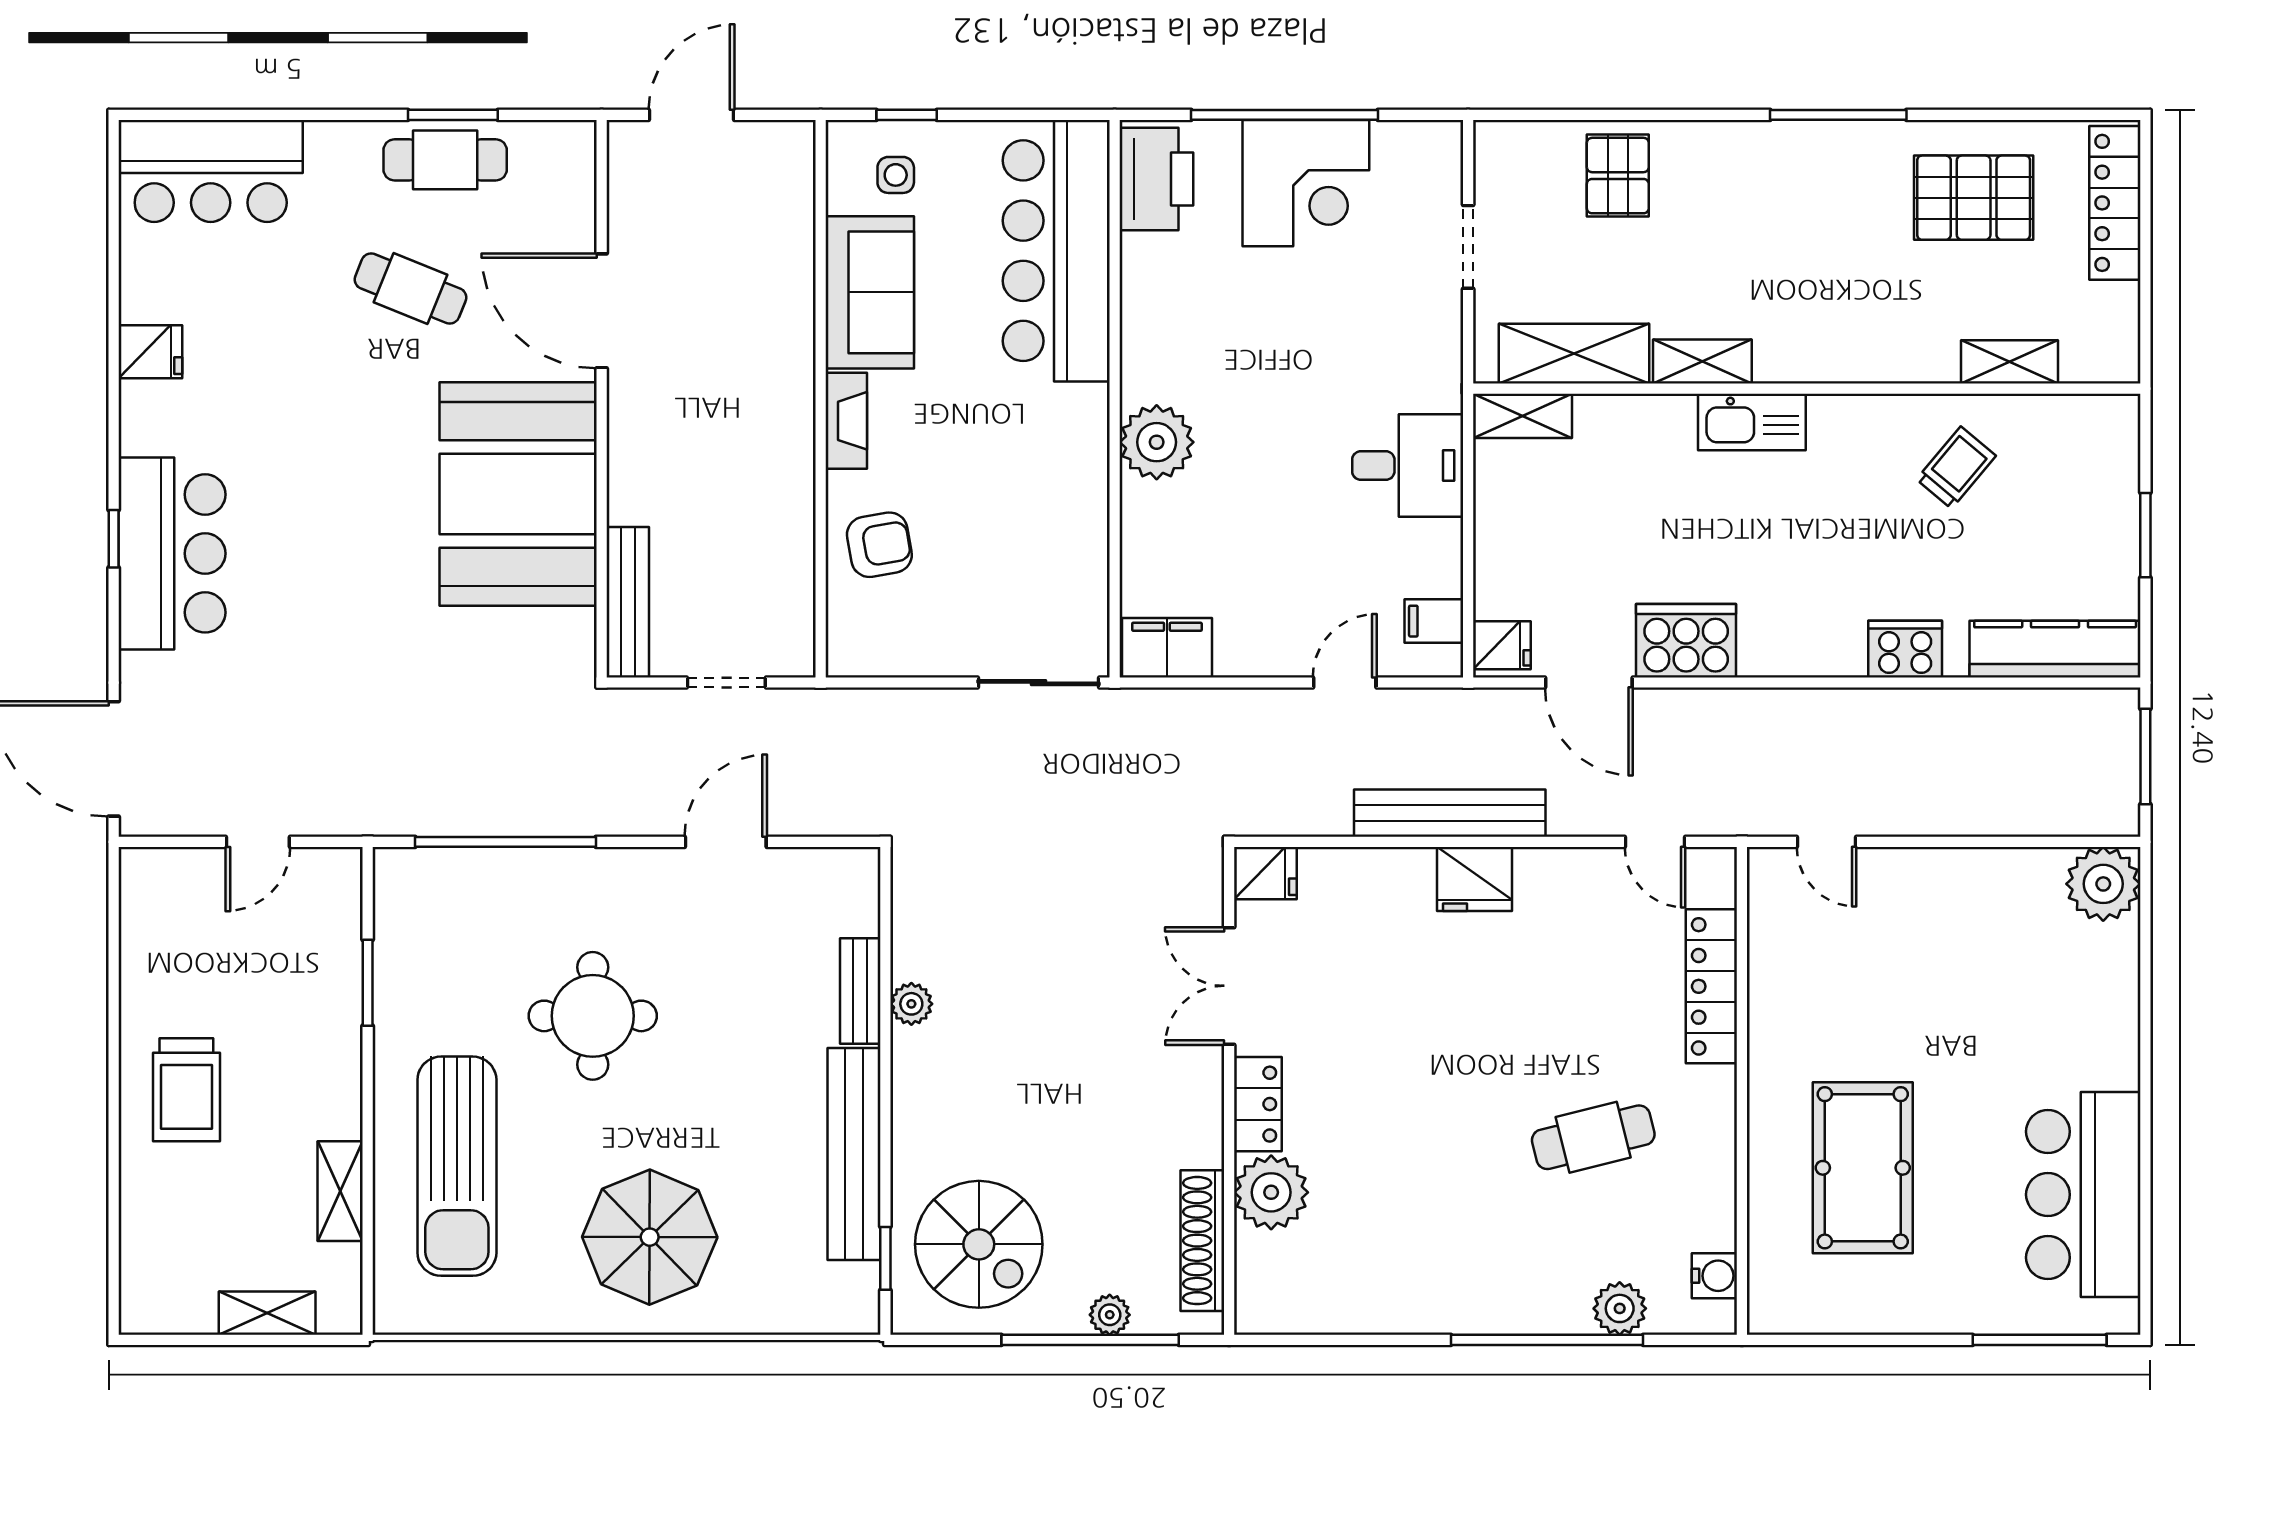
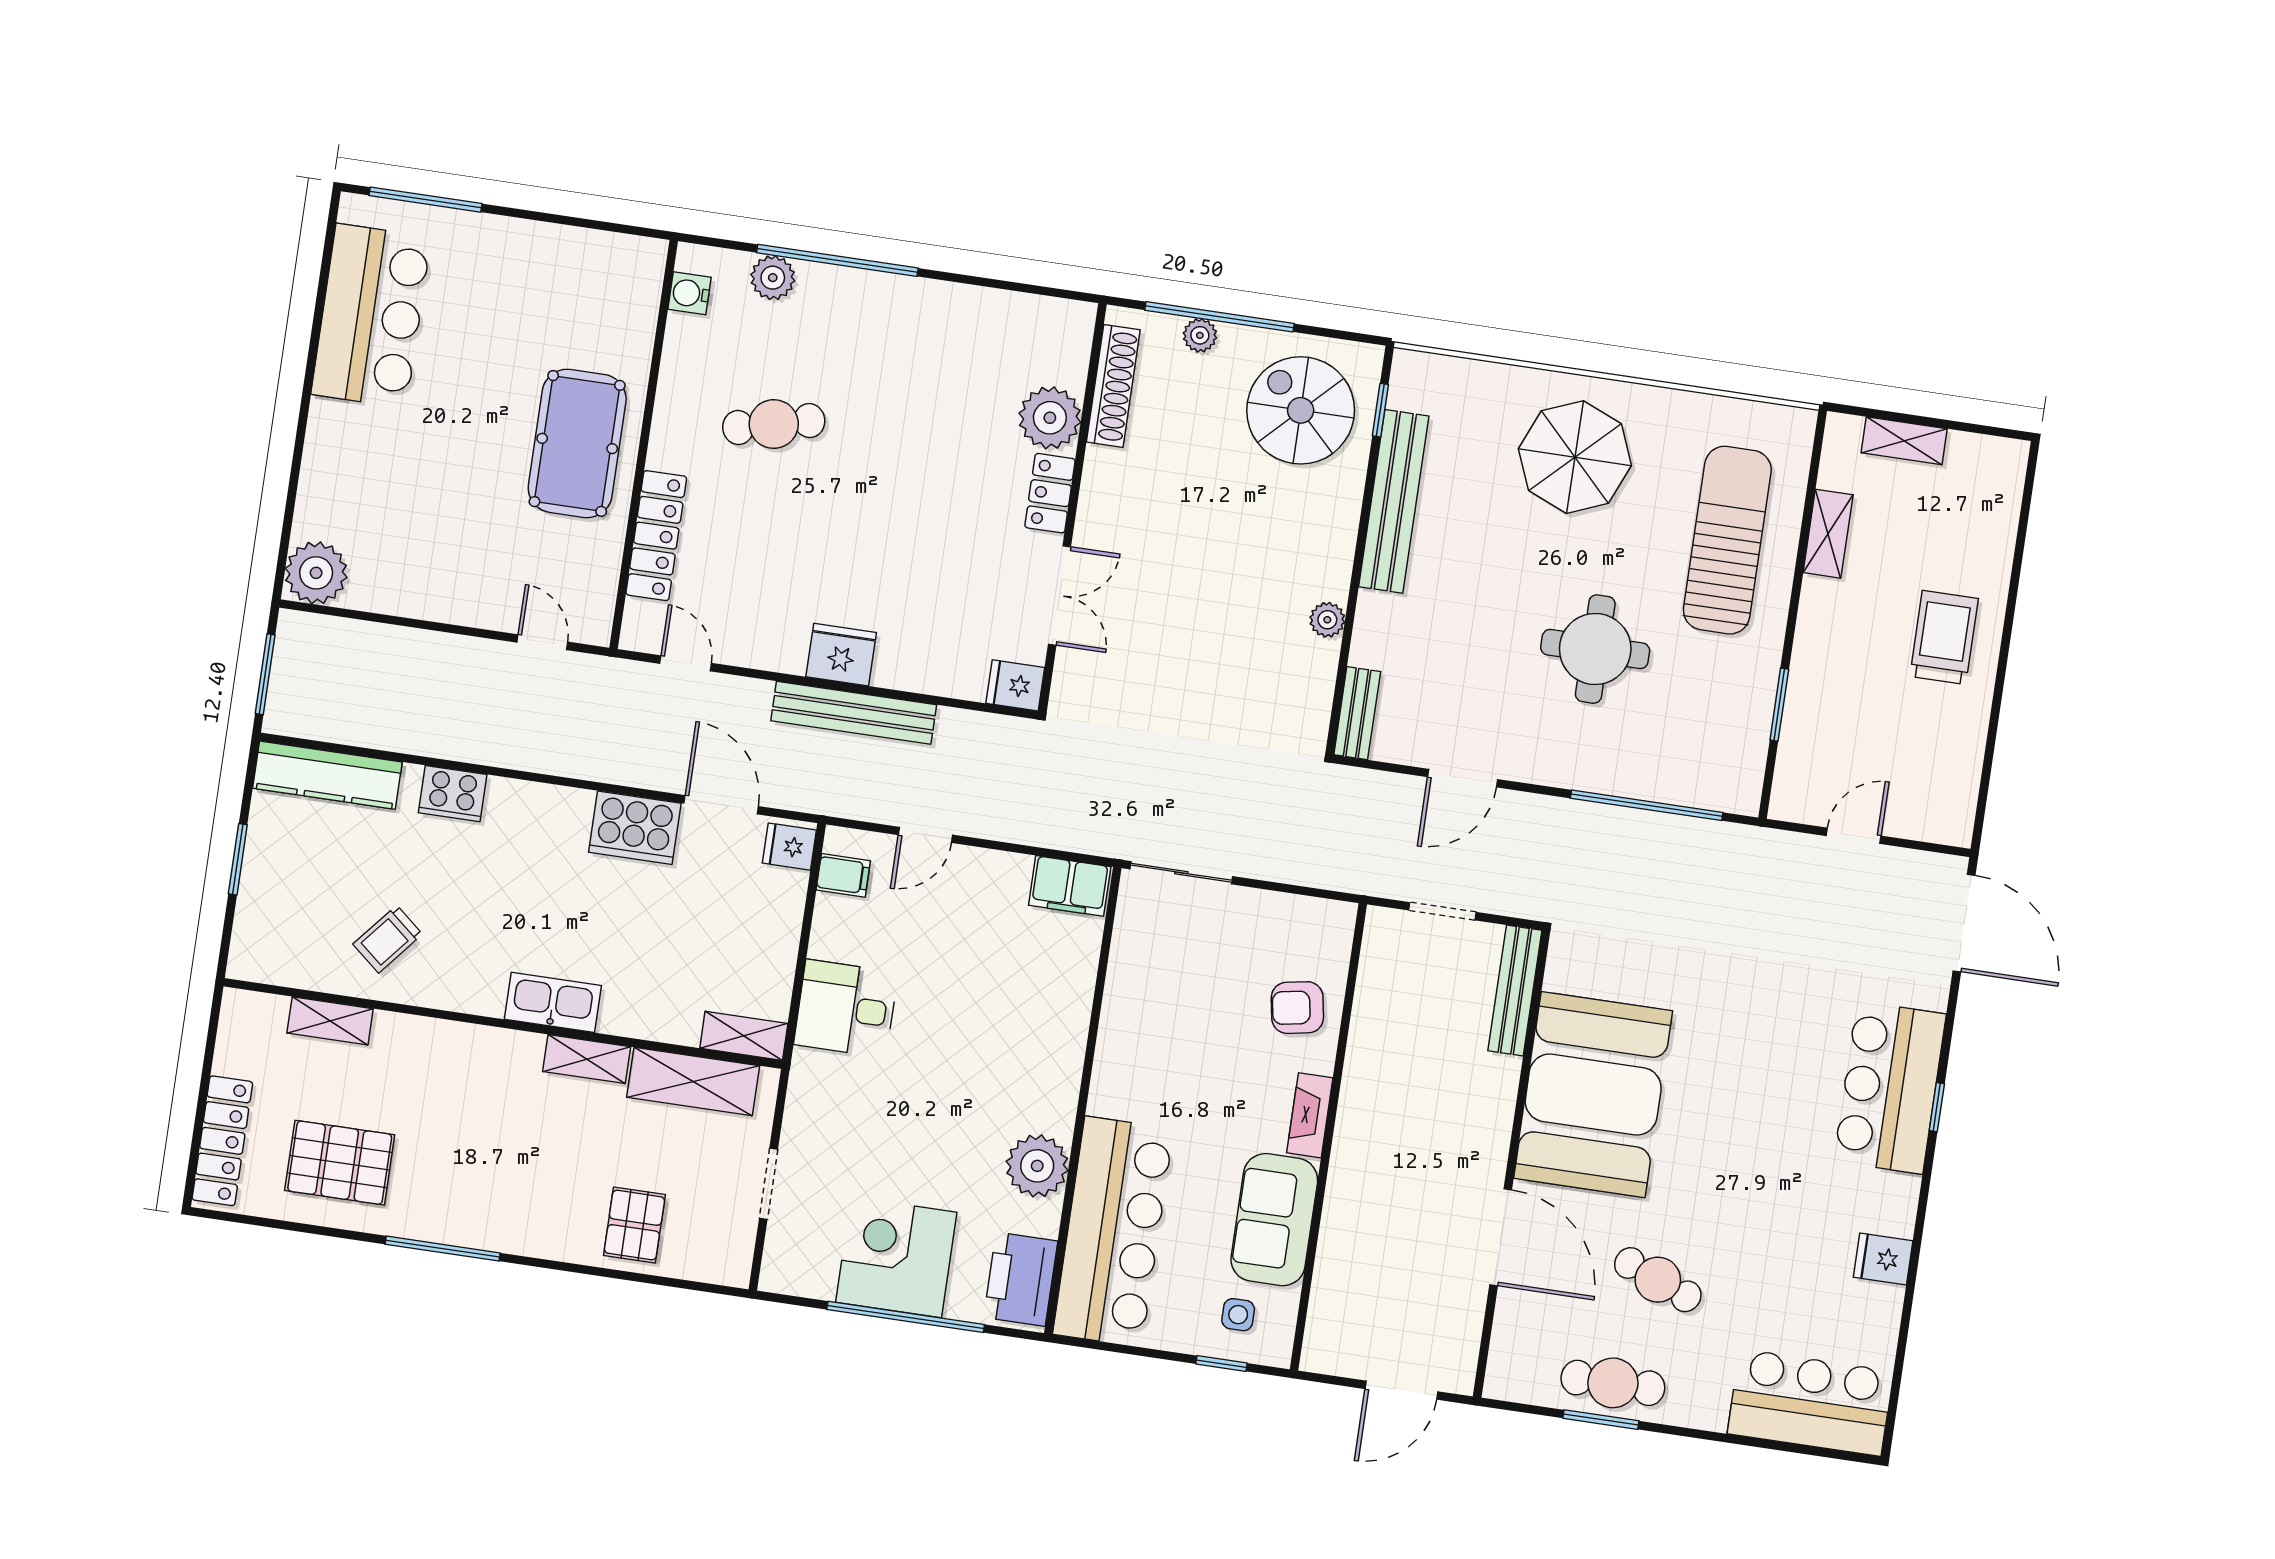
plant: (1157, 442) -> (1037, 1166), moved
bench: (860, 991) -> (1357, 713), moved
pool table: (1863, 1168) -> (577, 443), moved

